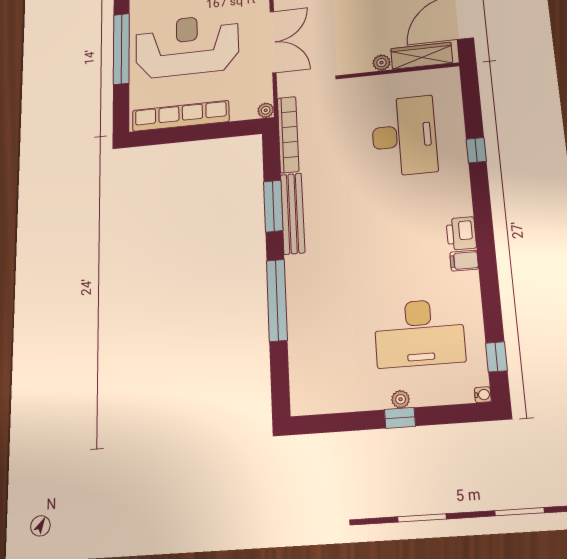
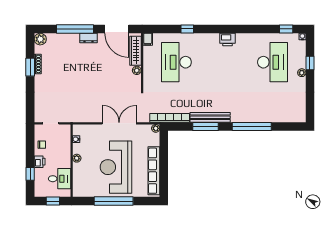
desk: (404, 136) -> (176, 62), turned -90
filing cabinet: (464, 261) -> (148, 39), moved
window: (400, 418) -> (310, 63), moved

